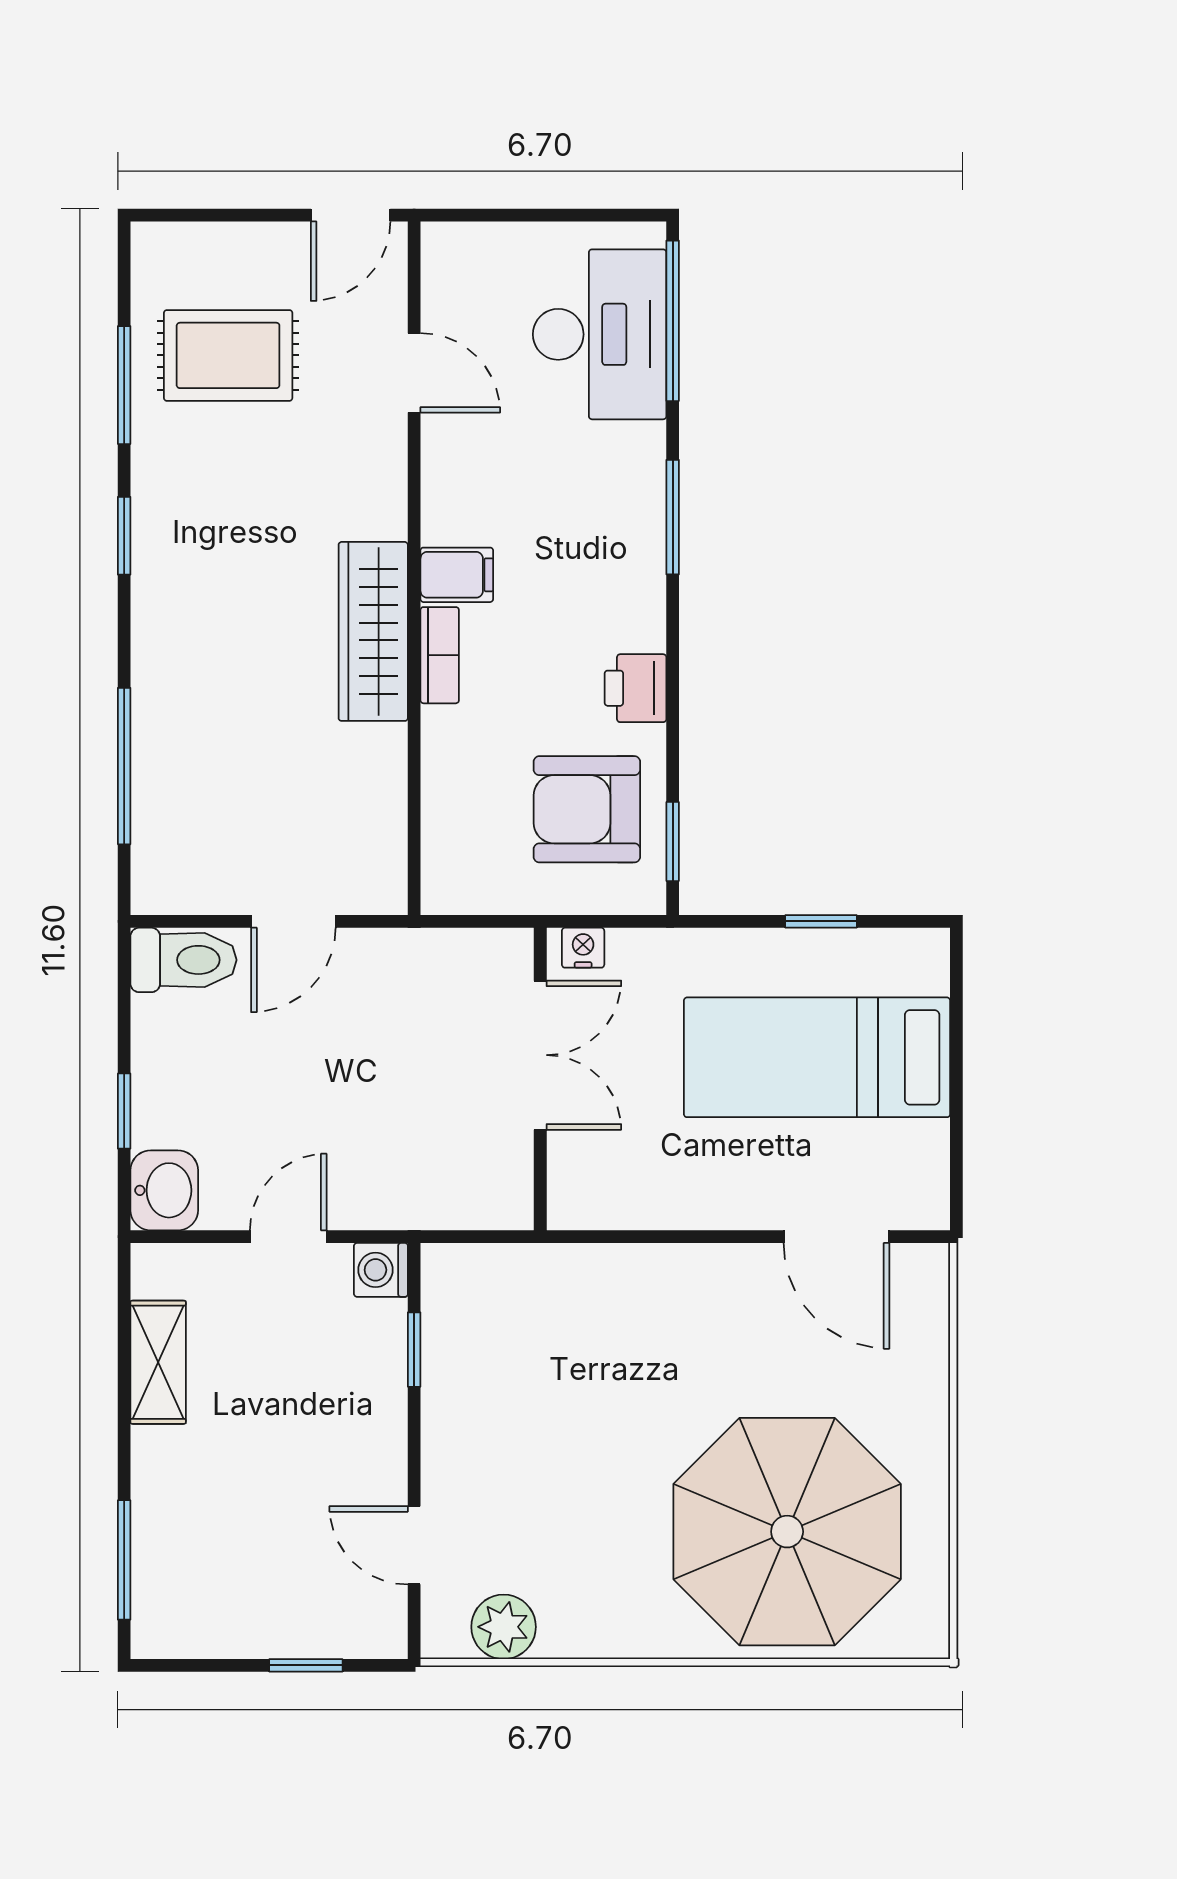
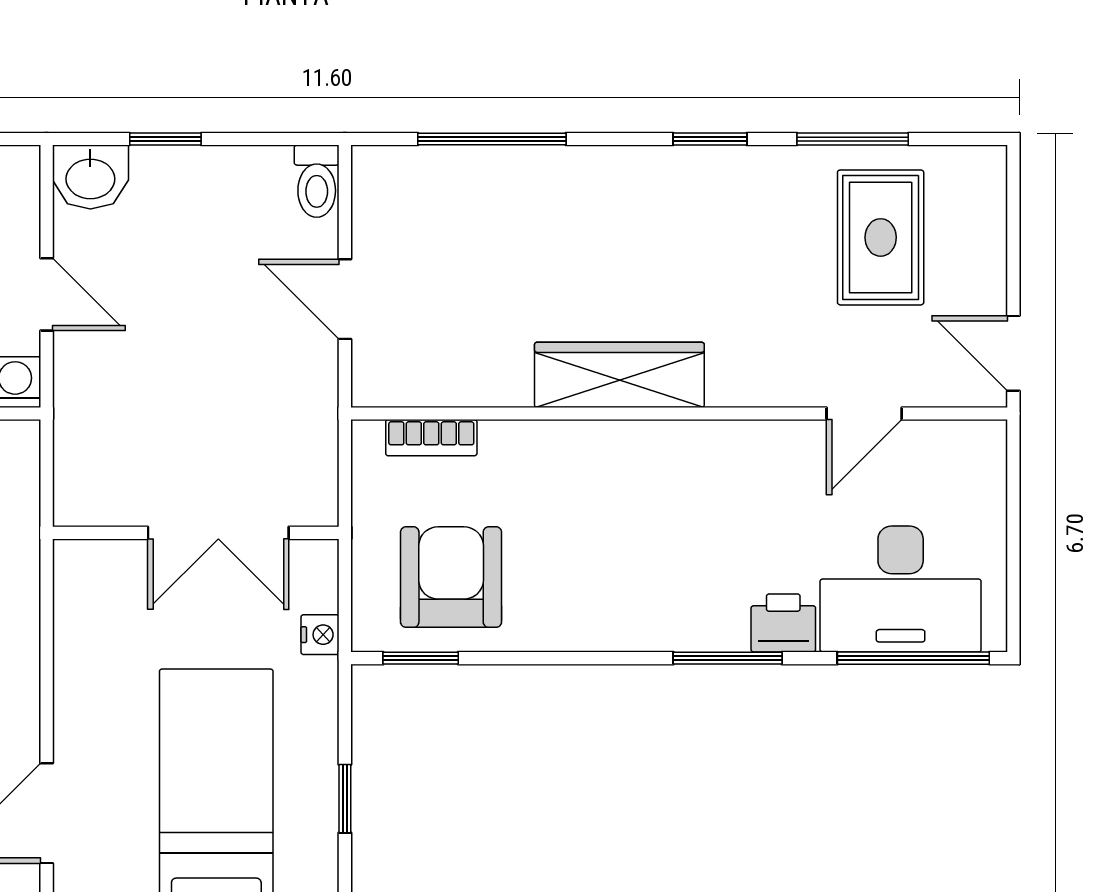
filing cabinet: (457, 575) -> (673, 454), removed
bookcase: (440, 655) -> (431, 438), moved
printer: (635, 688) -> (783, 623), moved
nightstand: (583, 948) -> (320, 635), moved
toilet: (183, 960) -> (317, 181), width x0.73, depth x0.72

